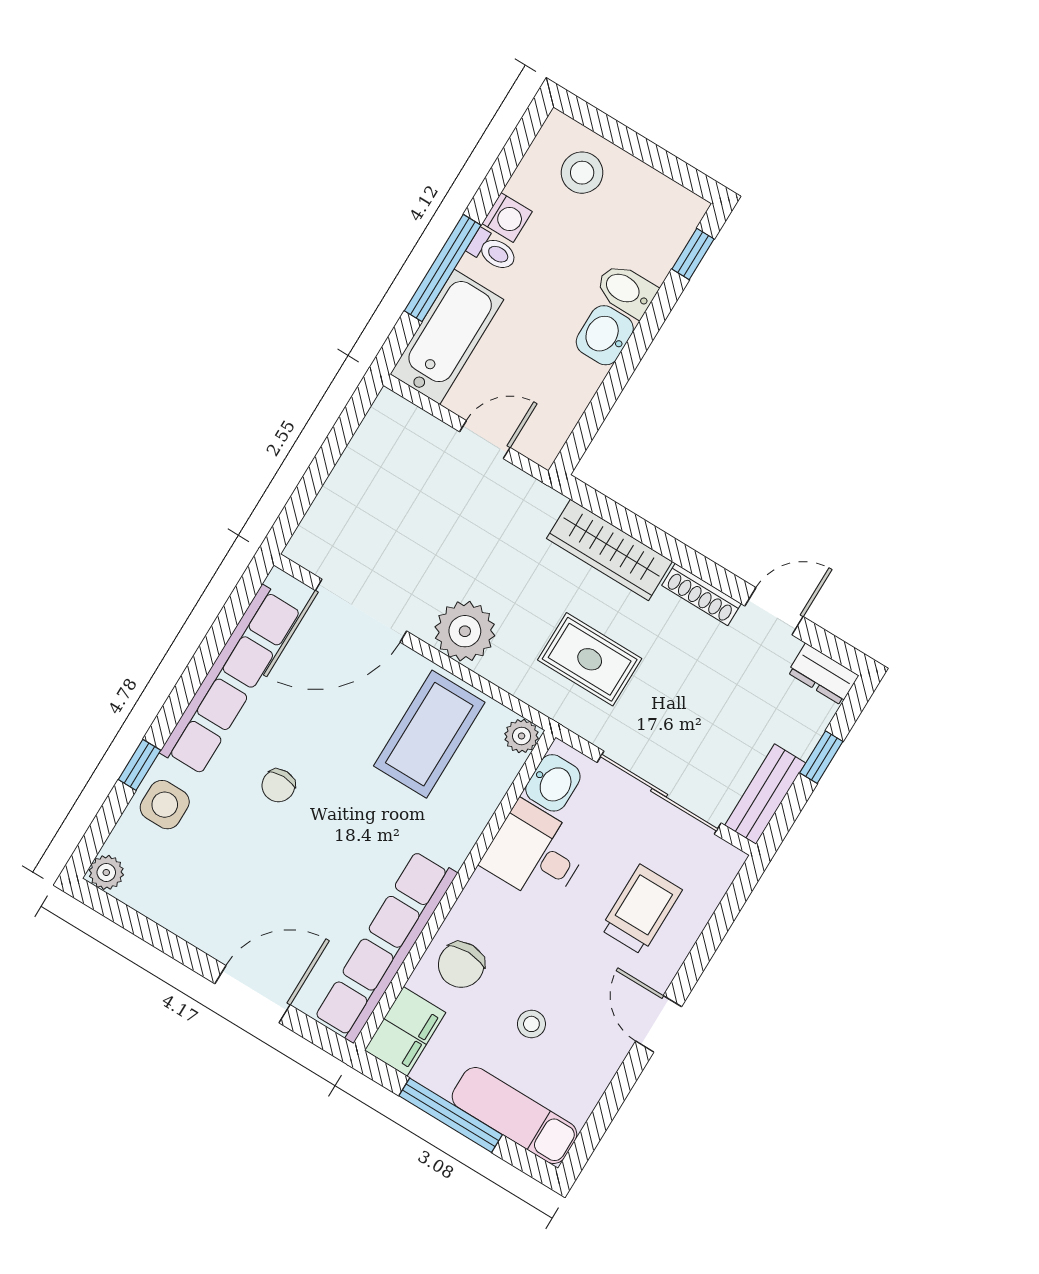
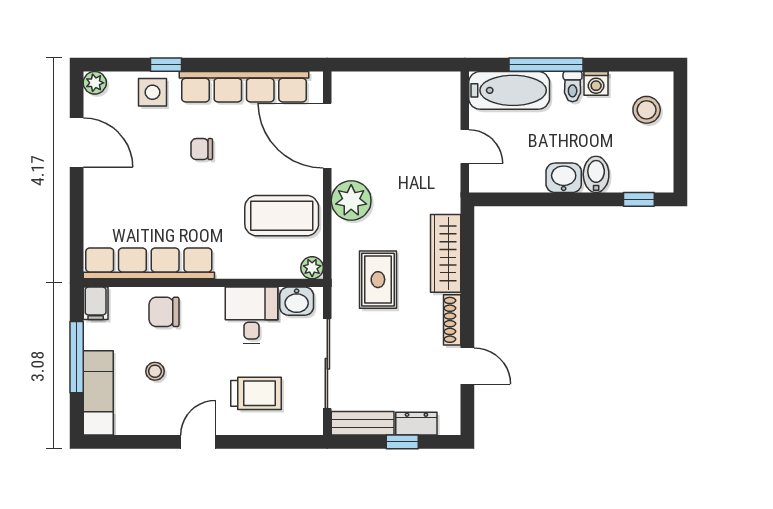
dresser: (823, 674) -> (416, 424), moved, turned 90
door: (252, 994) -> (77, 142), moved
filing cabinet: (405, 1031) -> (96, 303), width x0.50

